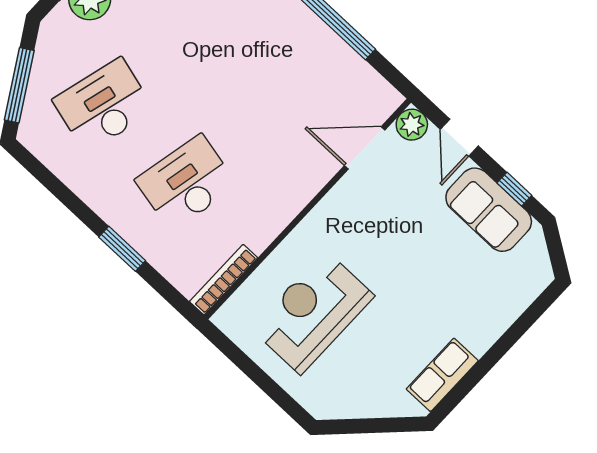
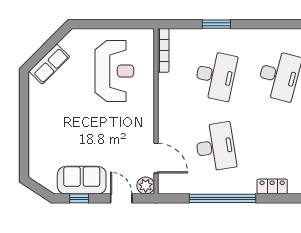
desk: (273, 90) -> (216, 147), added
door: (365, 148) -> (156, 158), hinge flipped
row of seats: (442, 375) -> (49, 64), moved, turned 45

